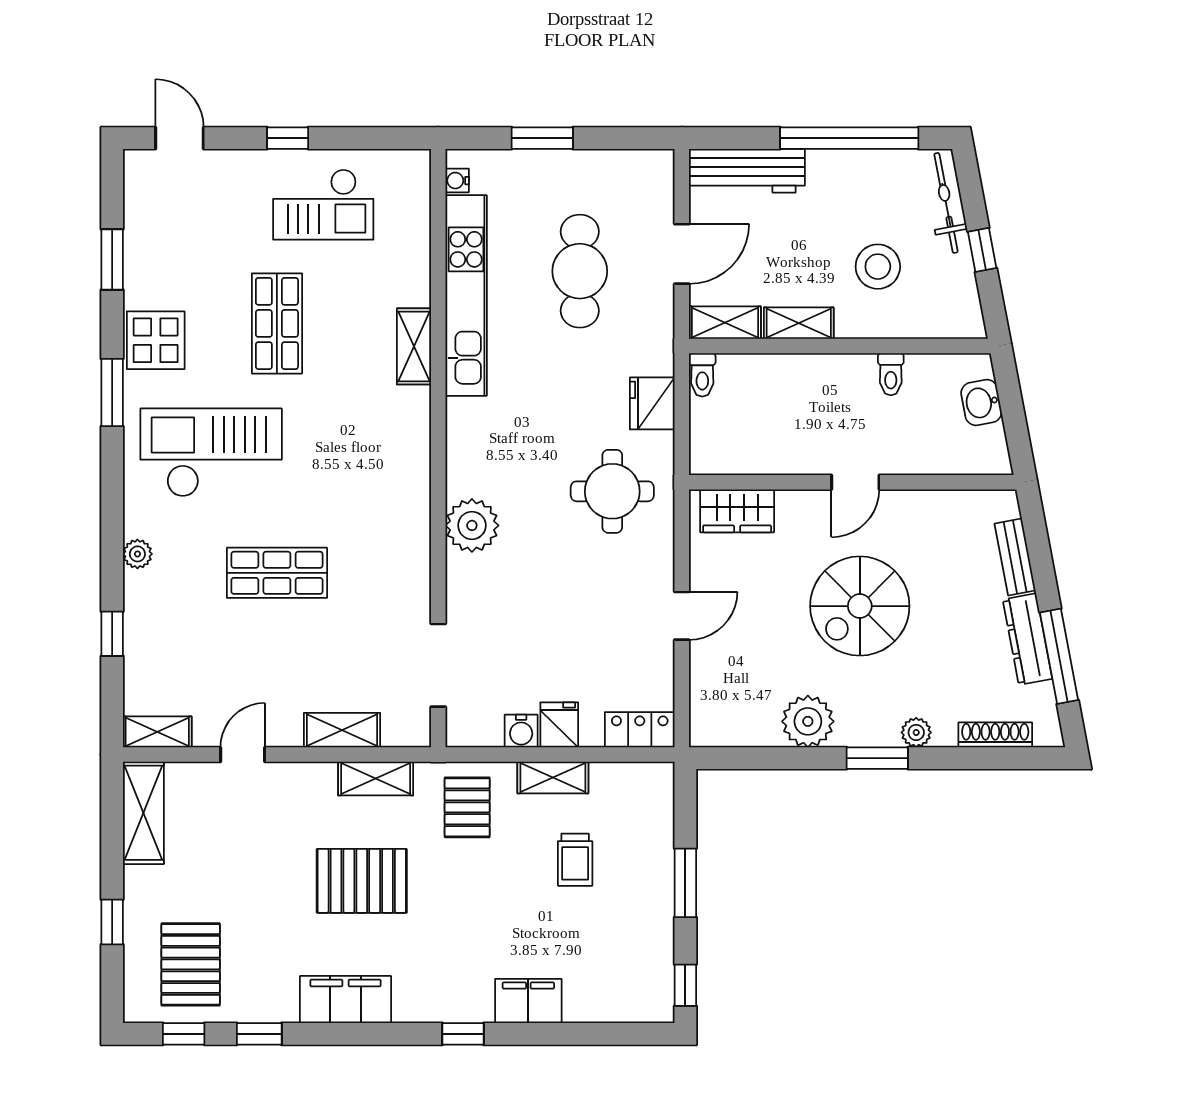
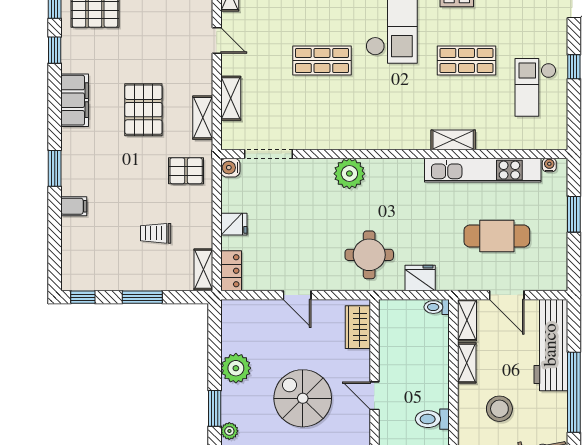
workbench: (747, 171) -> (551, 345), width x1.36, depth x1.32
toilet: (891, 374) -> (432, 419), width x1.37, depth x1.39
shop shelf: (277, 573) -> (322, 60), turned 90
water cooler: (521, 731) -> (230, 168), moved
shelving: (553, 778) -> (203, 269), moved
filing cabinet: (528, 1001) -> (74, 206), width x0.50
window: (463, 1034) -> (55, 168), width x1.50

